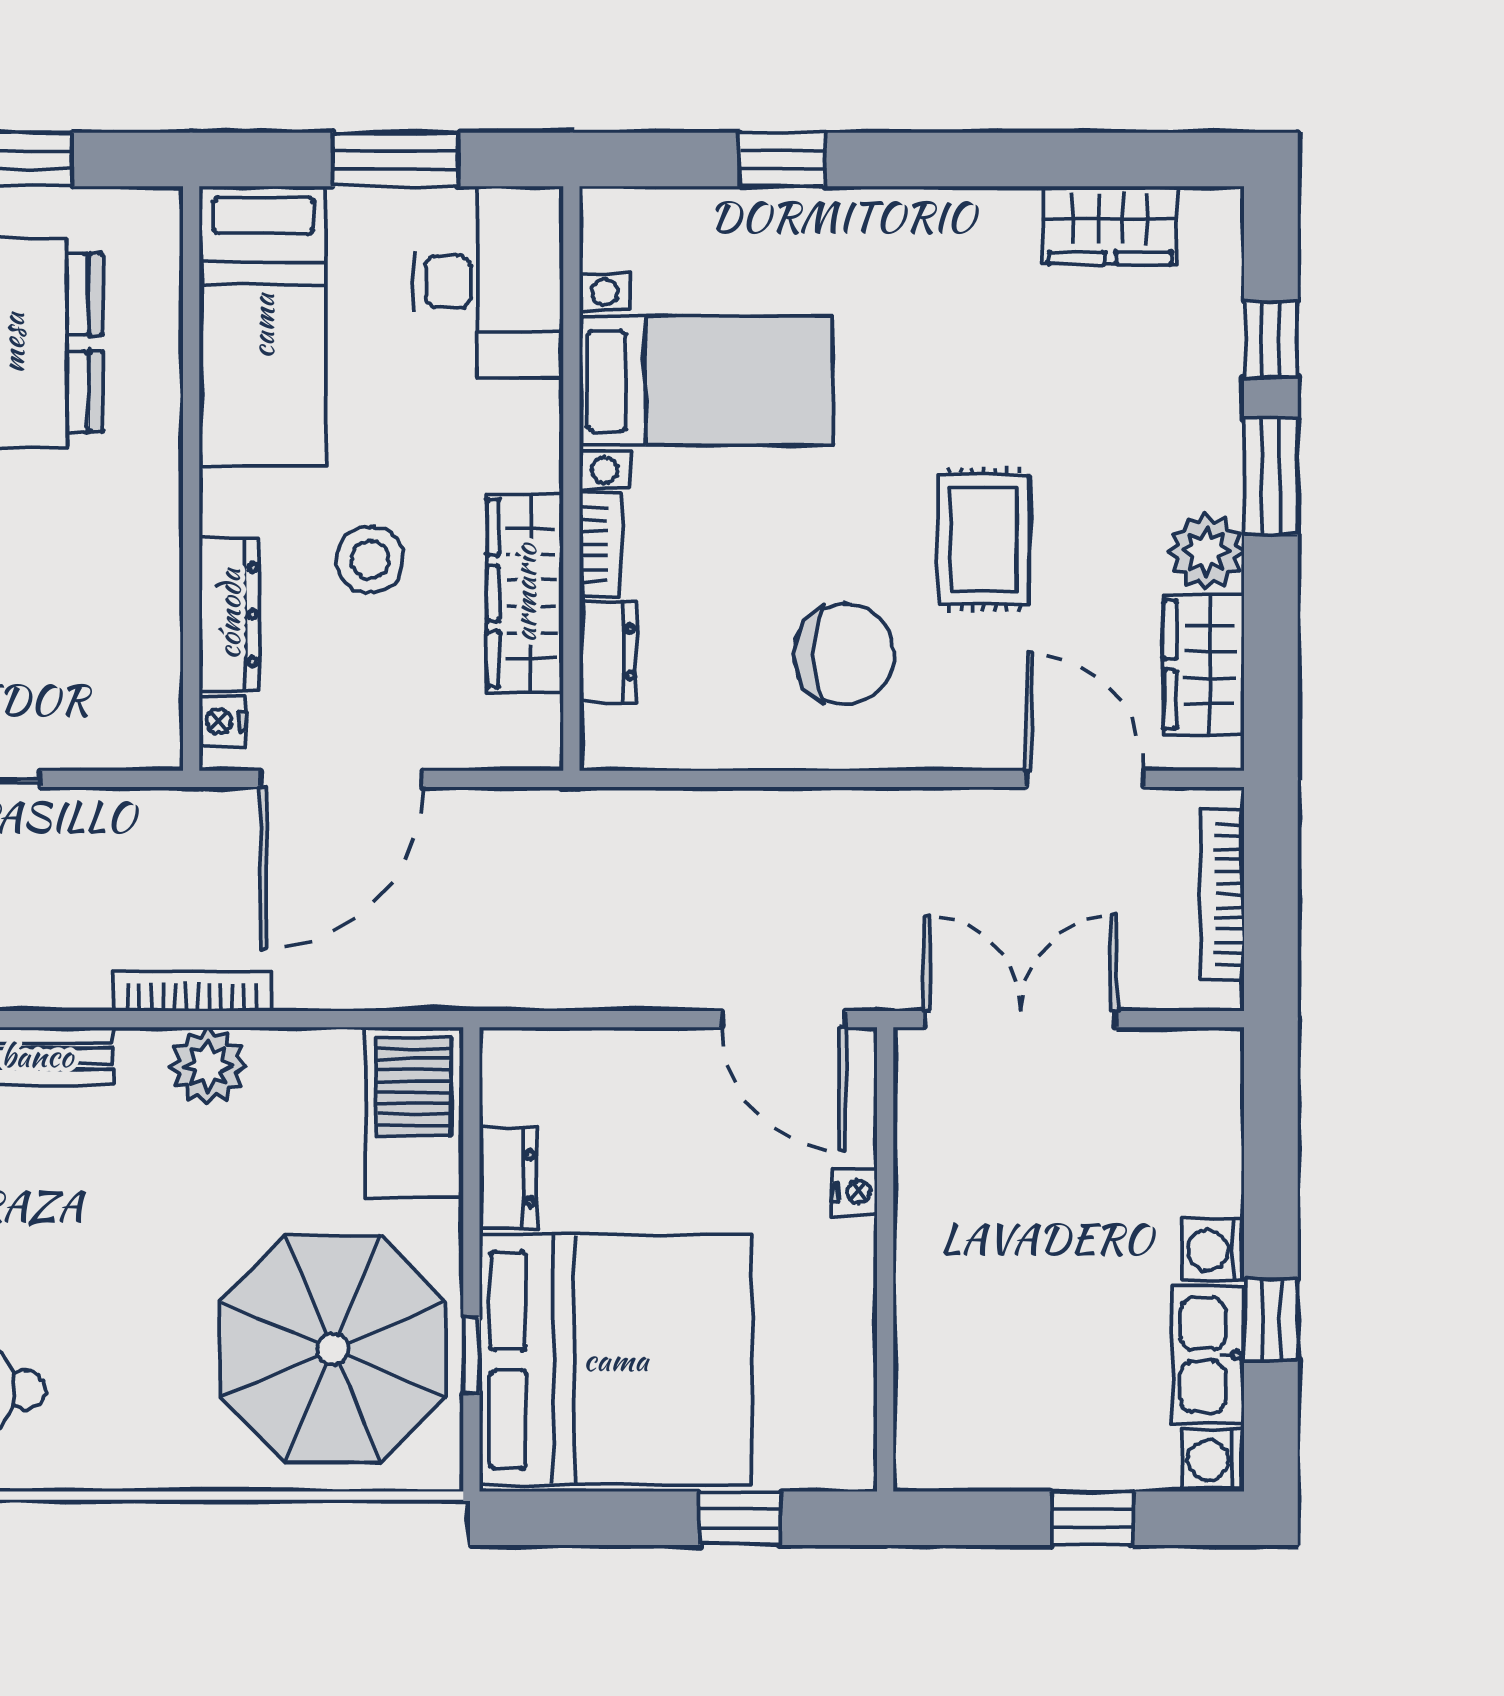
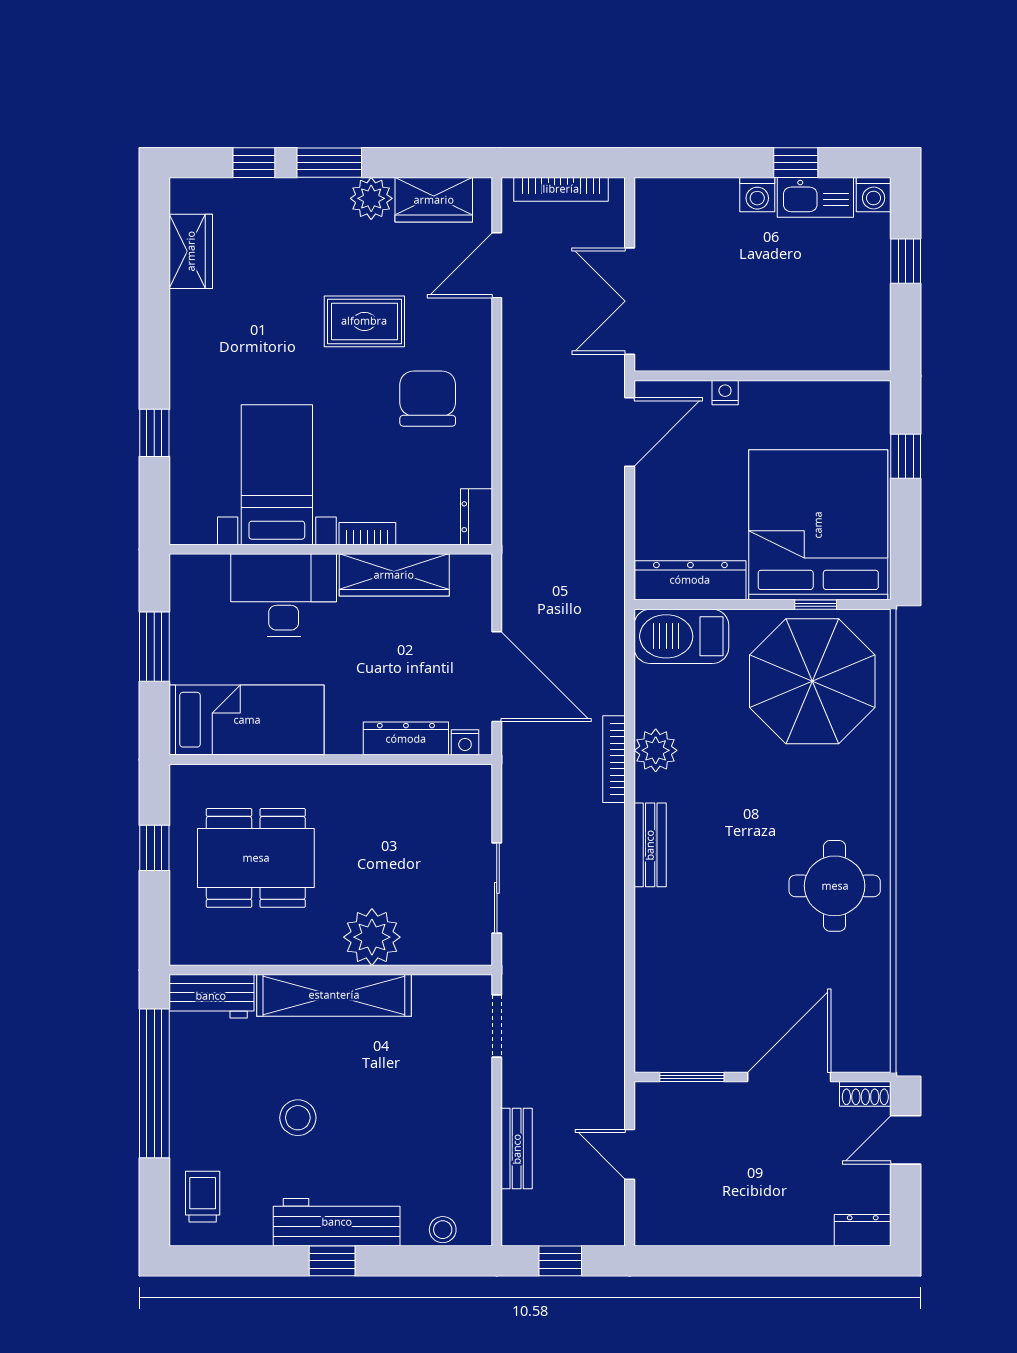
desk: (488, 282) -> (284, 595), moved
stool: (370, 559) -> (376, 661), removed
dresser: (608, 652) -> (477, 517), moved, turned -90
dresser: (508, 1178) -> (690, 580), width x1.96, depth x1.24

